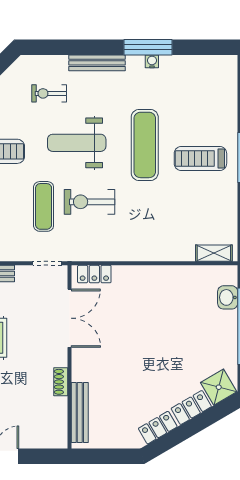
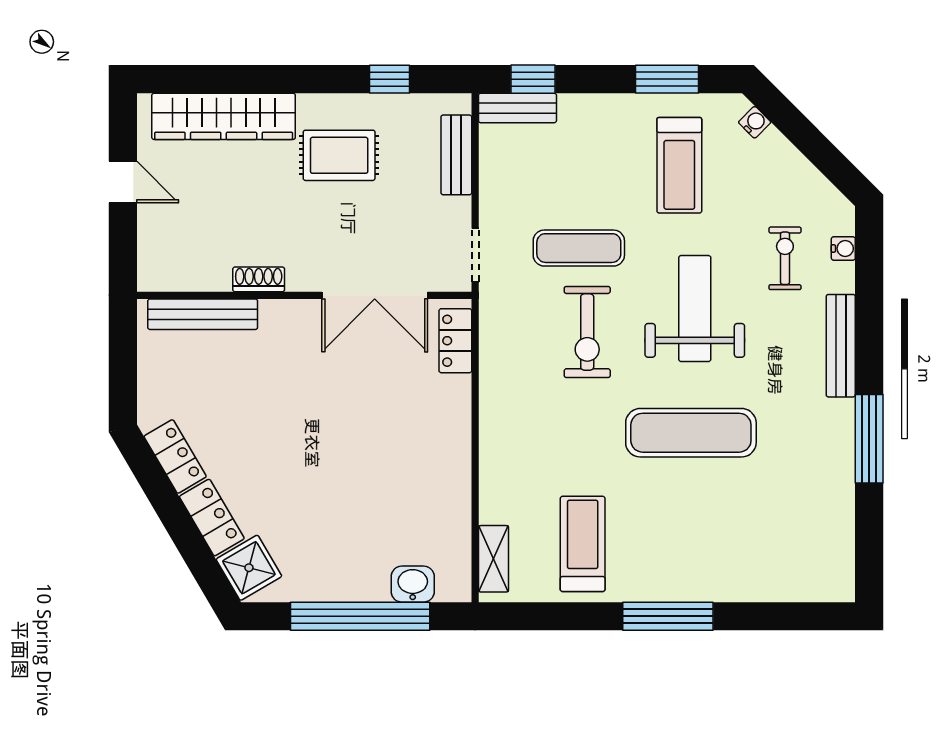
water cooler: (152, 61) -> (843, 248), moved
treadmill: (200, 158) -> (583, 544), moved
exercise bike: (90, 202) -> (587, 332), turned 180

